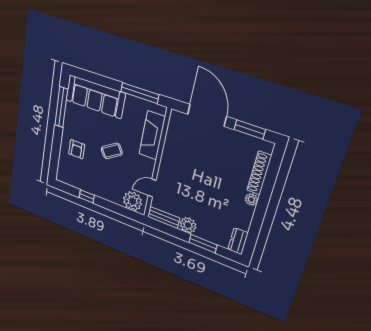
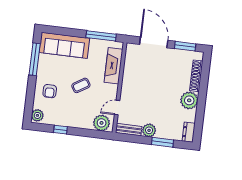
plant: (63, 174) -> (37, 115), added
plant: (251, 199) -> (189, 100), width x1.88, depth x1.88

